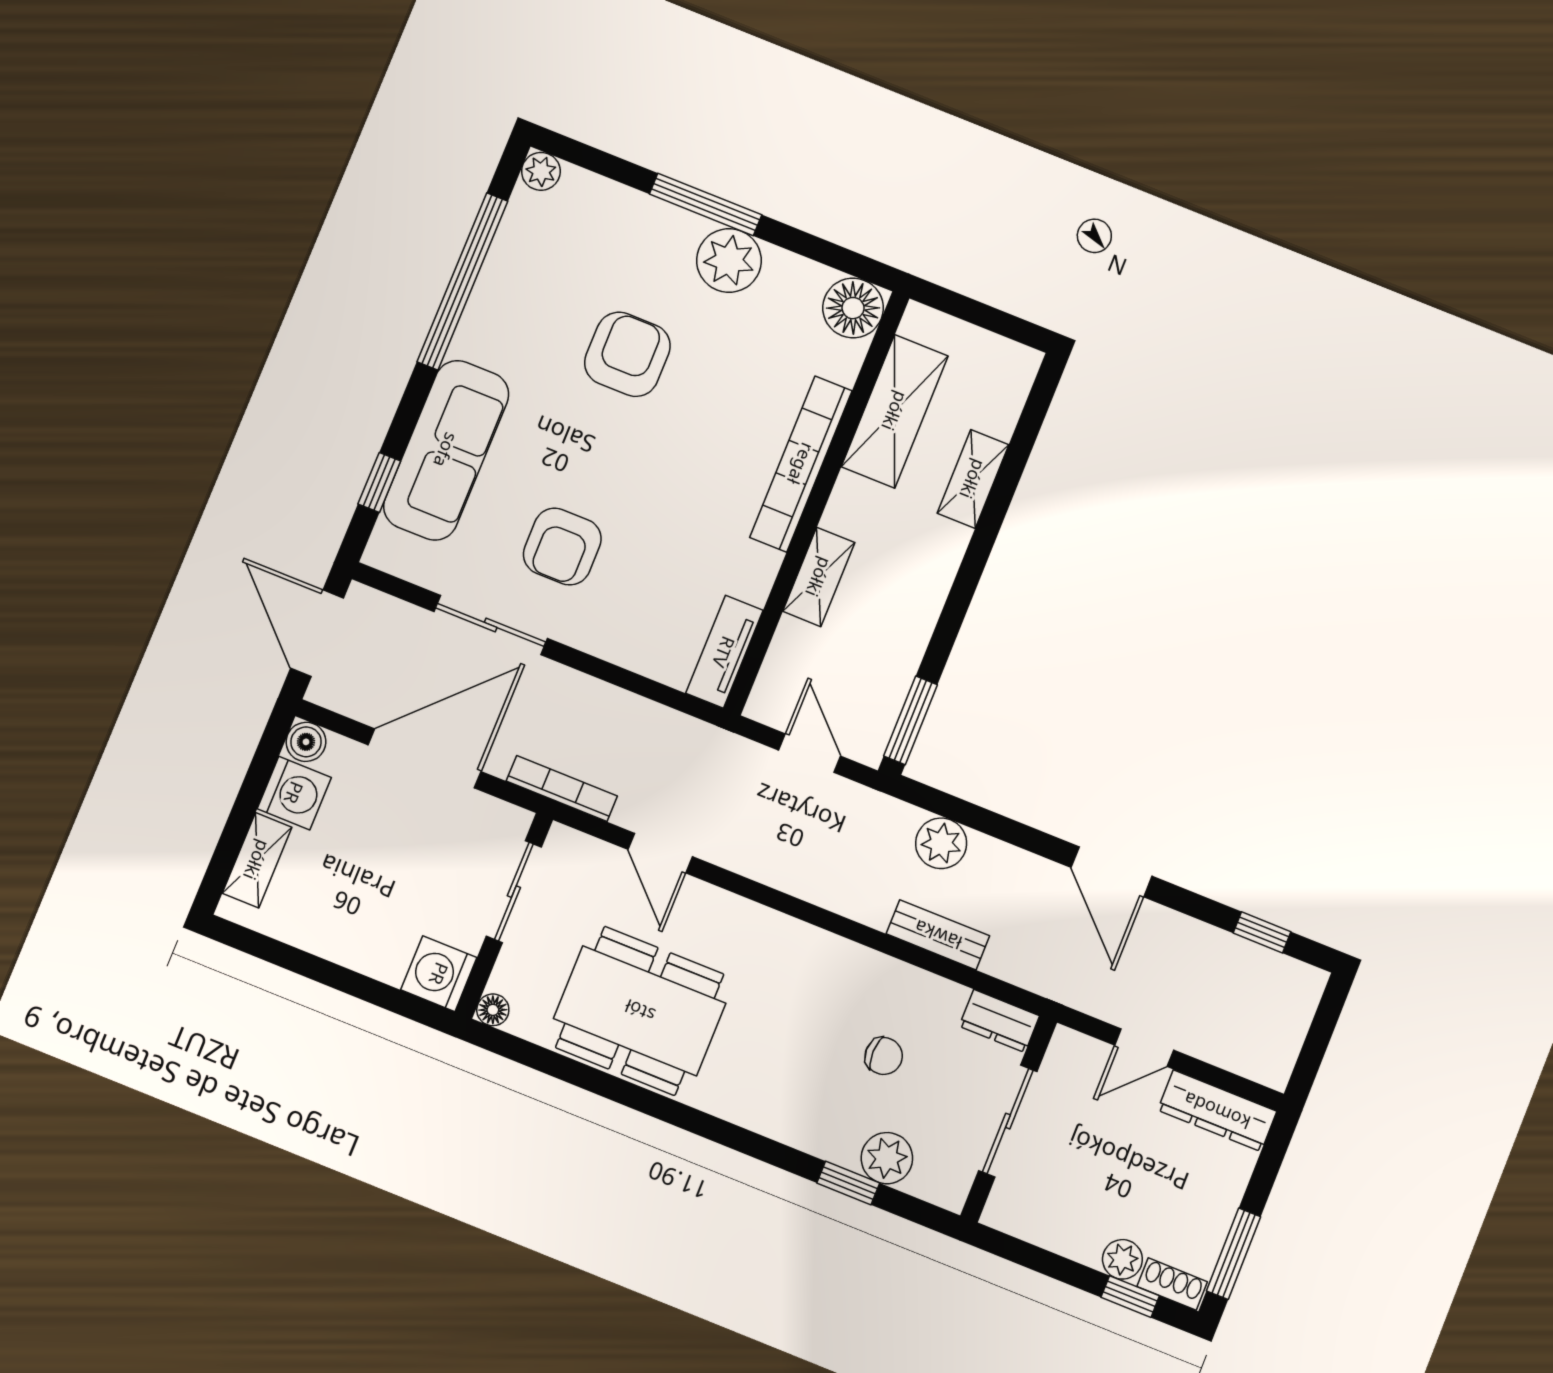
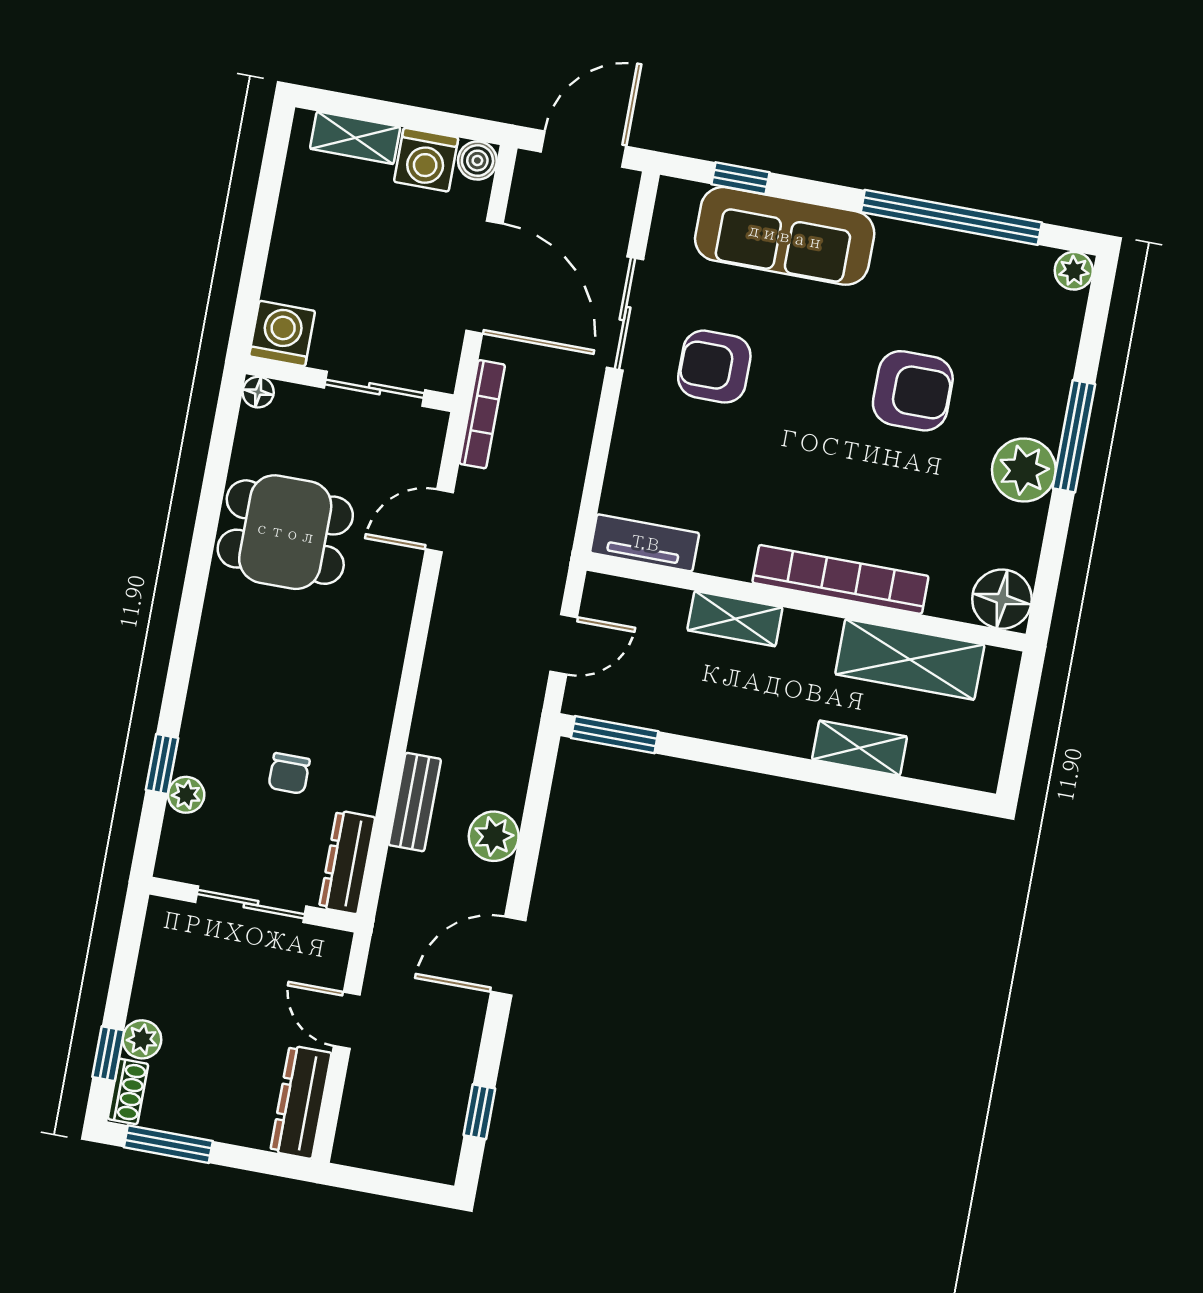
plant: (941, 843) -> (494, 836), moved
dining table: (640, 1011) -> (285, 532), width x0.73
dresser: (999, 1021) -> (347, 862), width x1.44
plant: (887, 1158) -> (186, 795), width x0.73, depth x0.73

